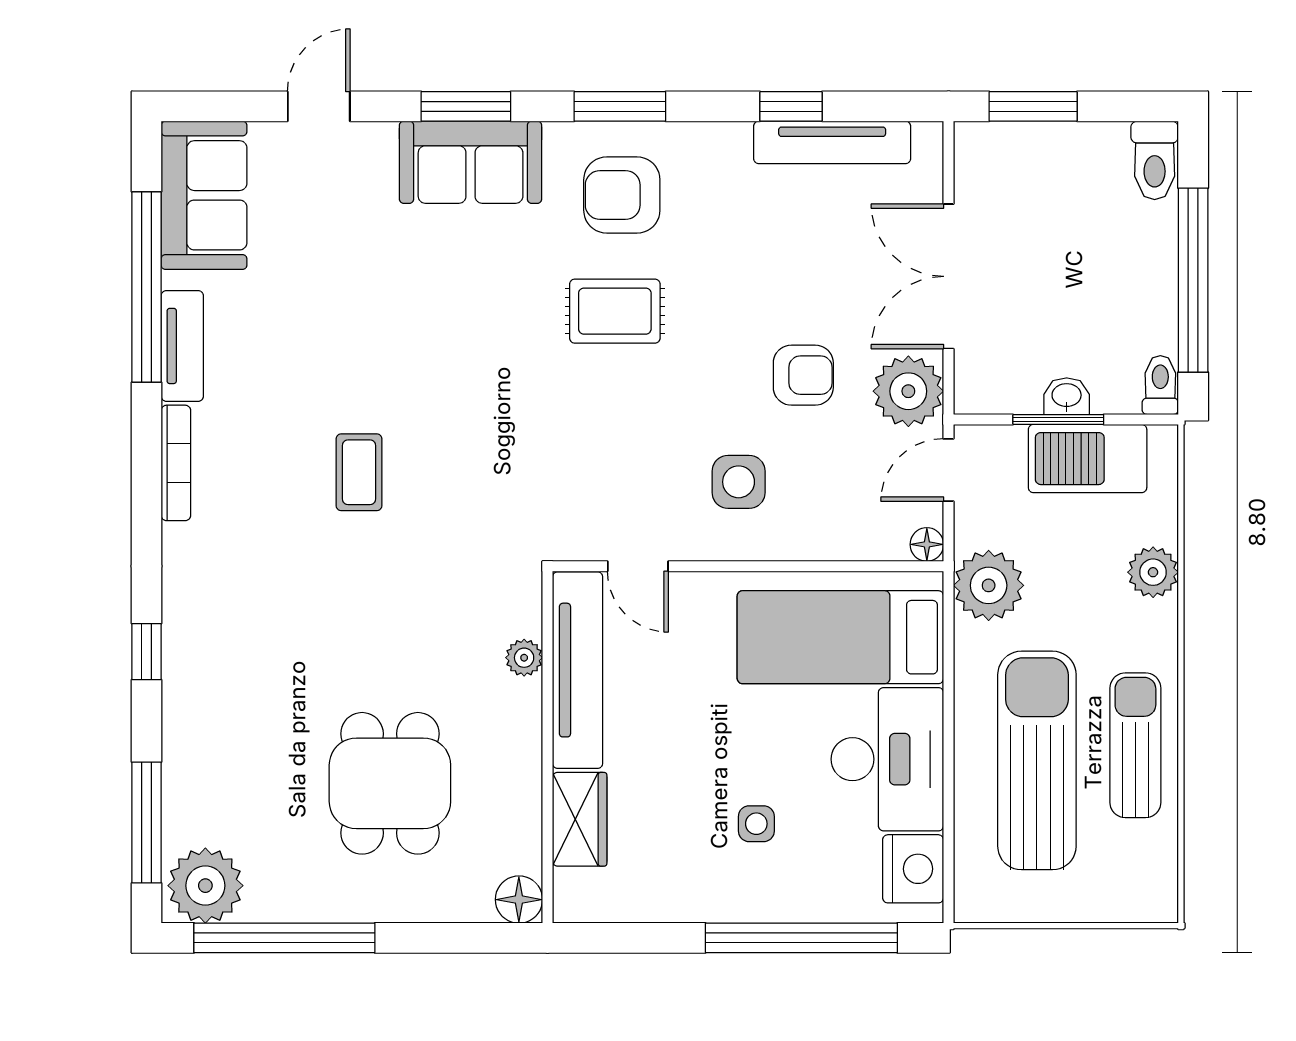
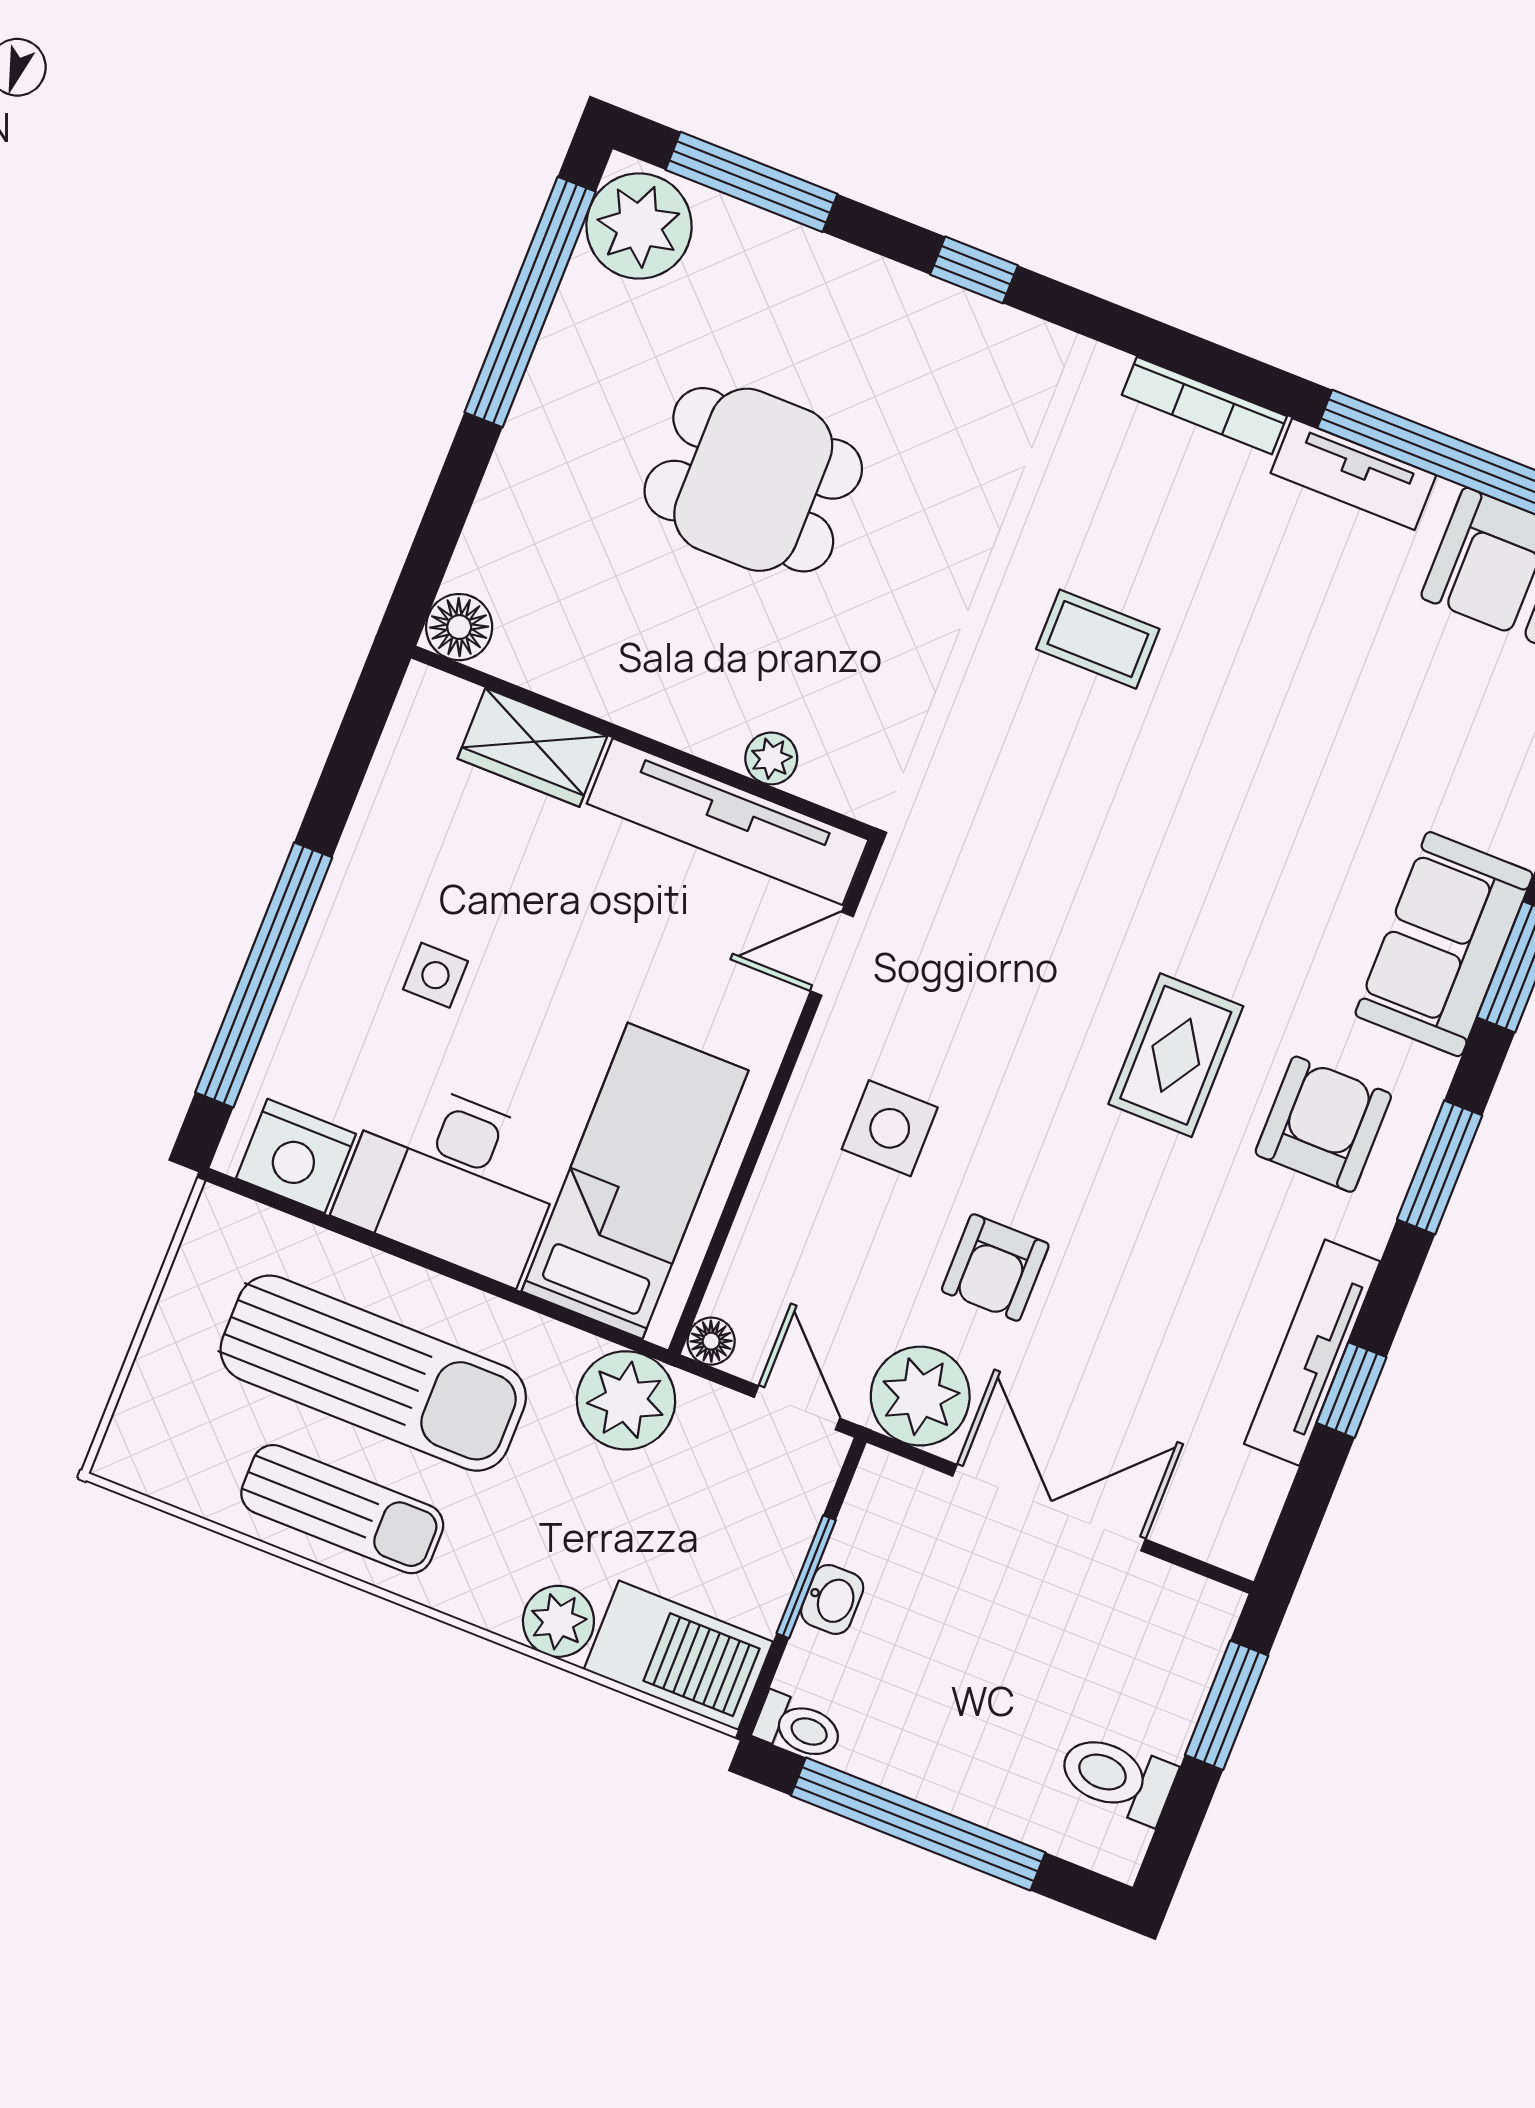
tv unit: (832, 142) -> (1312, 1353), moved
toilet: (1155, 160) -> (1117, 1778), moved
barbecue: (1088, 459) -> (678, 1655), moved, turned 90
dining table: (390, 783) -> (753, 480), moved

